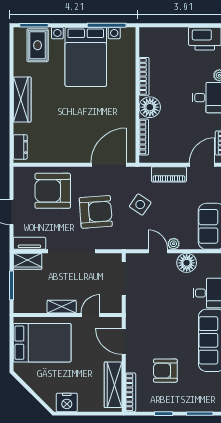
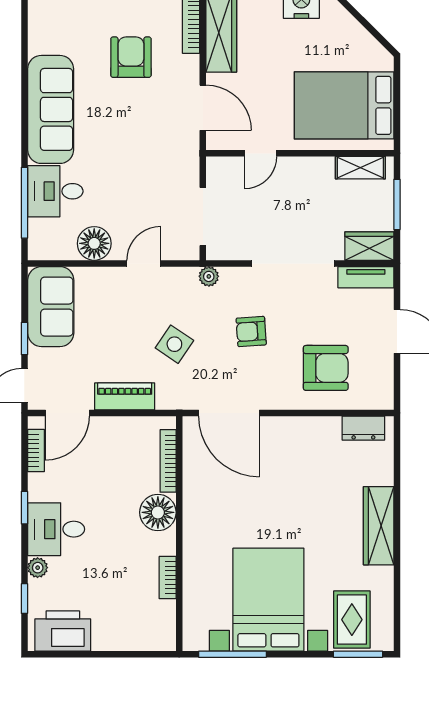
bookcase: (144, 76) -> (168, 578), width x0.64
dresser: (20, 147) -> (363, 428), moved, turned -90
door: (109, 165) -> (229, 413), hinge flipped
armchair: (53, 191) -> (326, 368), width x0.73, depth x0.73
armchair: (96, 212) -> (251, 331), width x0.53, depth x0.53
plant: (174, 244) -> (209, 276), moved
door: (158, 251) -> (144, 263), swing flipped
shelving: (62, 307) -> (360, 168), moved
armchair: (165, 371) -> (131, 57), turned -90

